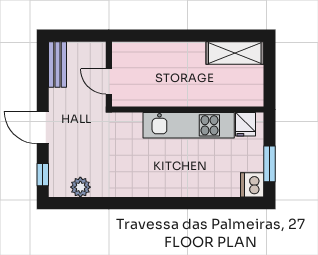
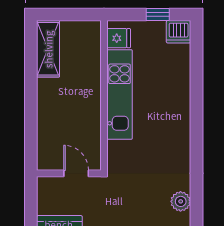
door: (109, 81) -> (76, 173), swing flipped
window: (269, 164) -> (158, 15), width x0.67

